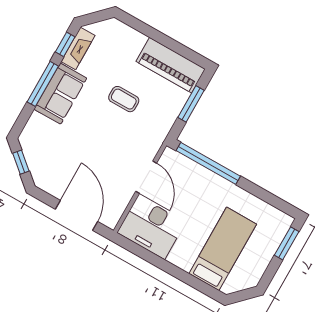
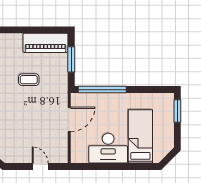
door: (146, 177) -> (69, 119), hinge flipped
door: (77, 215) -> (40, 166), width x0.53
desk: (151, 228) -> (108, 148), moved

